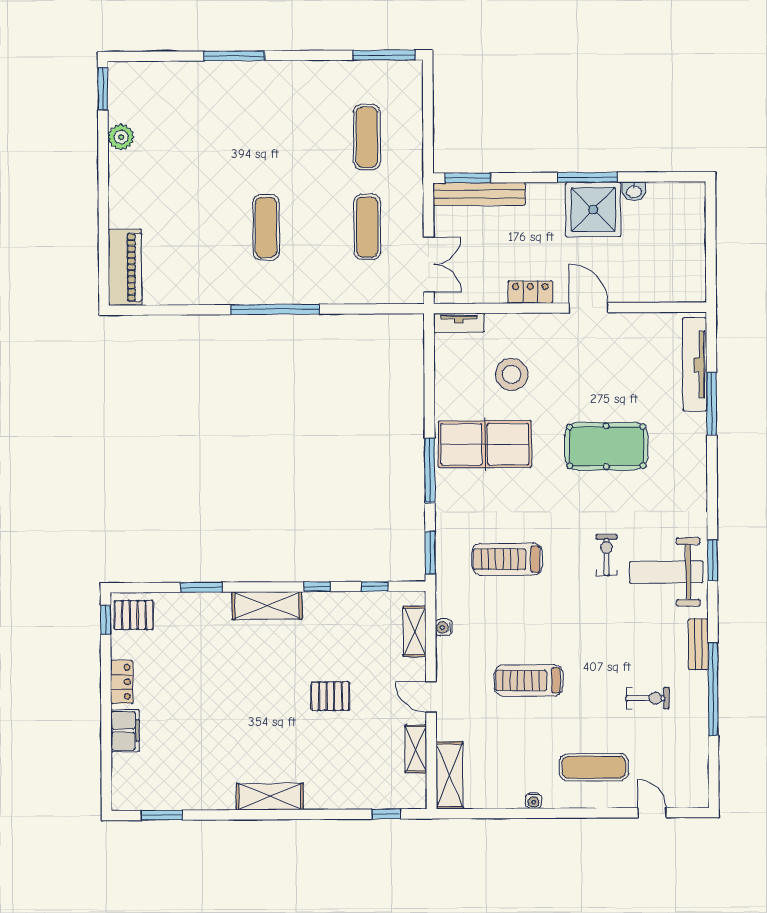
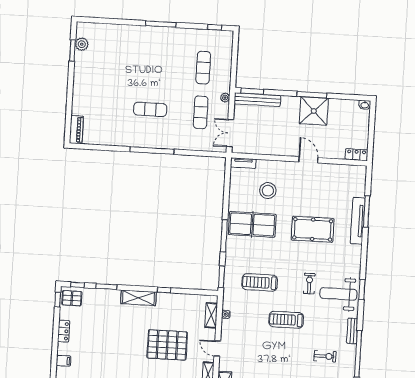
window: (384, 55) -> (215, 27), width x0.46
window: (234, 56) -> (161, 24), moved
window: (103, 89) -> (72, 50), moved
plant: (121, 137) -> (82, 44), moved
washbasin: (634, 191) -> (365, 105), moved
plant: (414, 194) -> (225, 98), added
exercise mat: (266, 227) -> (150, 109), turned 90
double door: (429, 265) -> (230, 133), swing flipped
piano: (125, 267) -> (76, 130), width x0.73, depth x0.75
locker: (530, 292) -> (356, 155), moved
tv unit: (695, 365) -> (358, 221), moved
window: (374, 586) -> (78, 285), moved
treadmill: (529, 680) -> (286, 320), moved
pallet: (330, 696) -> (167, 345), width x2.05, depth x2.00
filing cabinet: (125, 731) -> (63, 361), width x0.50

